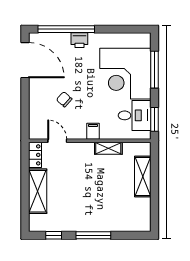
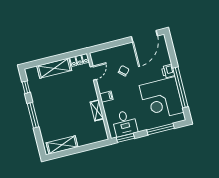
window: (66, 29) -> (180, 87), moved
corner desk: (125, 74) -> (161, 99), moved, turned -90
shelving: (143, 176) -> (62, 145), moved

